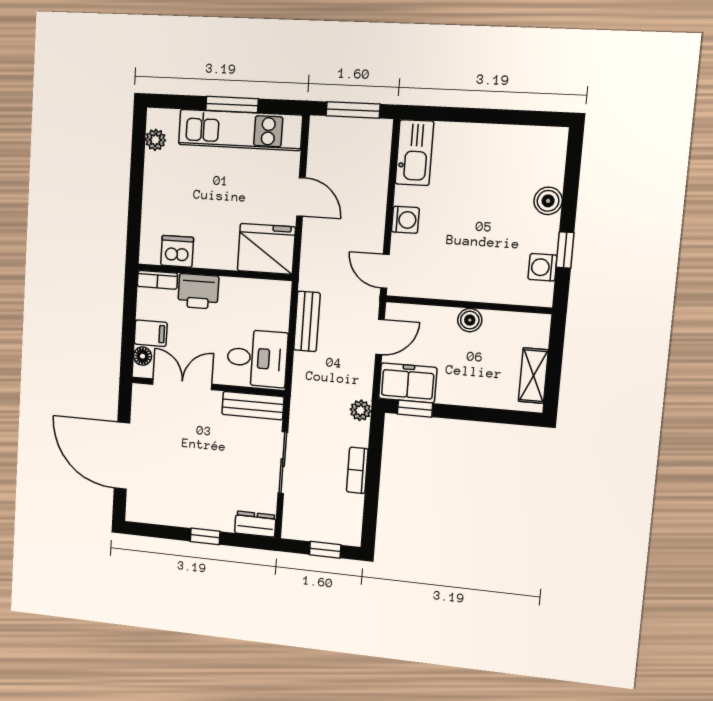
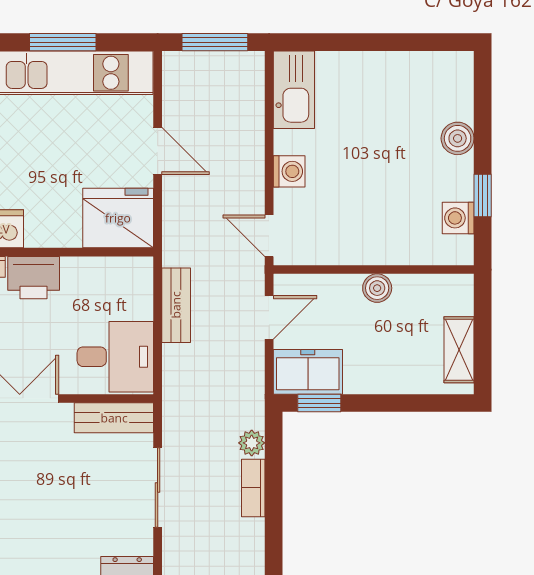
plant: (361, 410) -> (252, 443), moved

